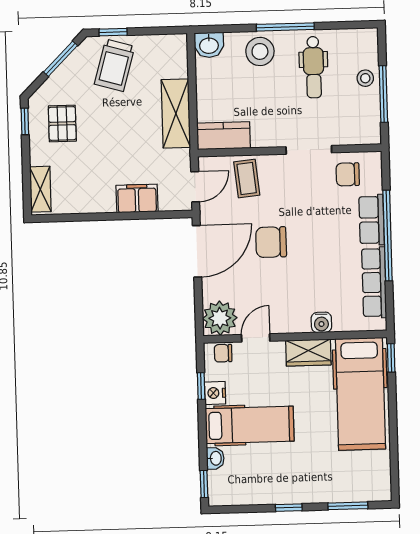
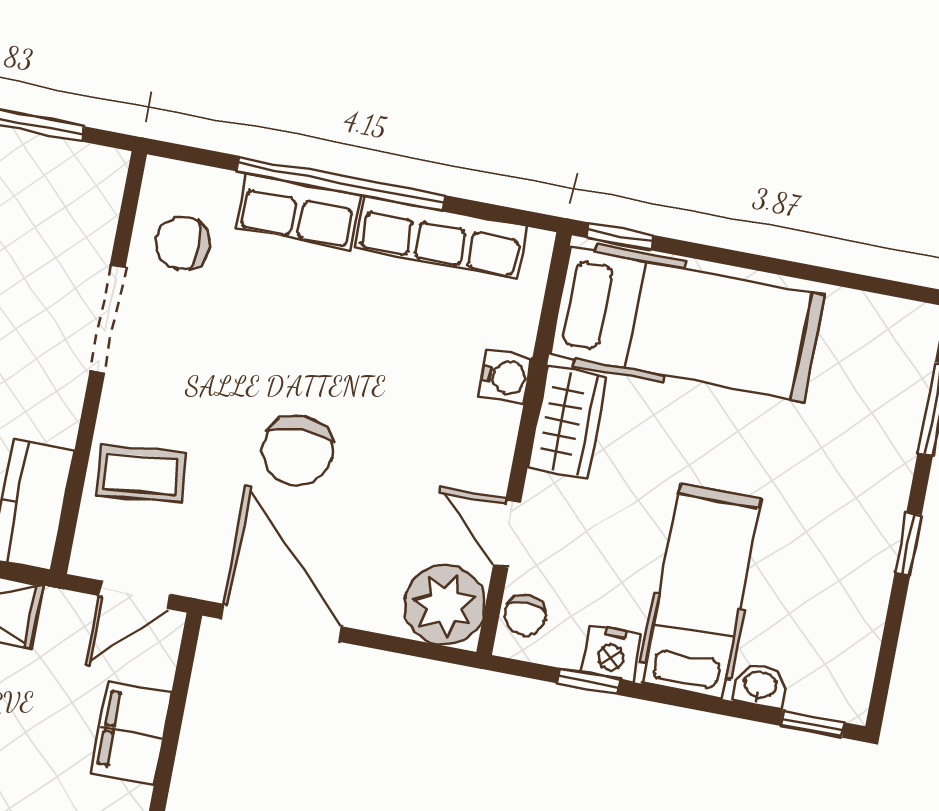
chair: (348, 174) -> (183, 243), turned 90
door: (195, 187) -> (134, 595), swing flipped

